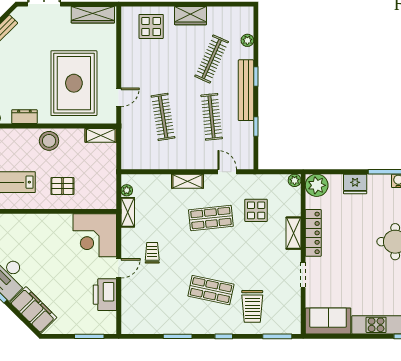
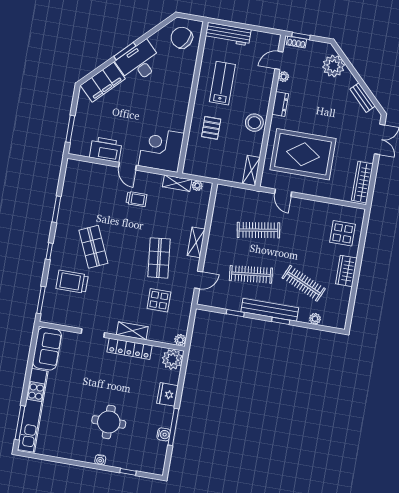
shop shelf: (211, 290) -> (93, 247), turned -36

